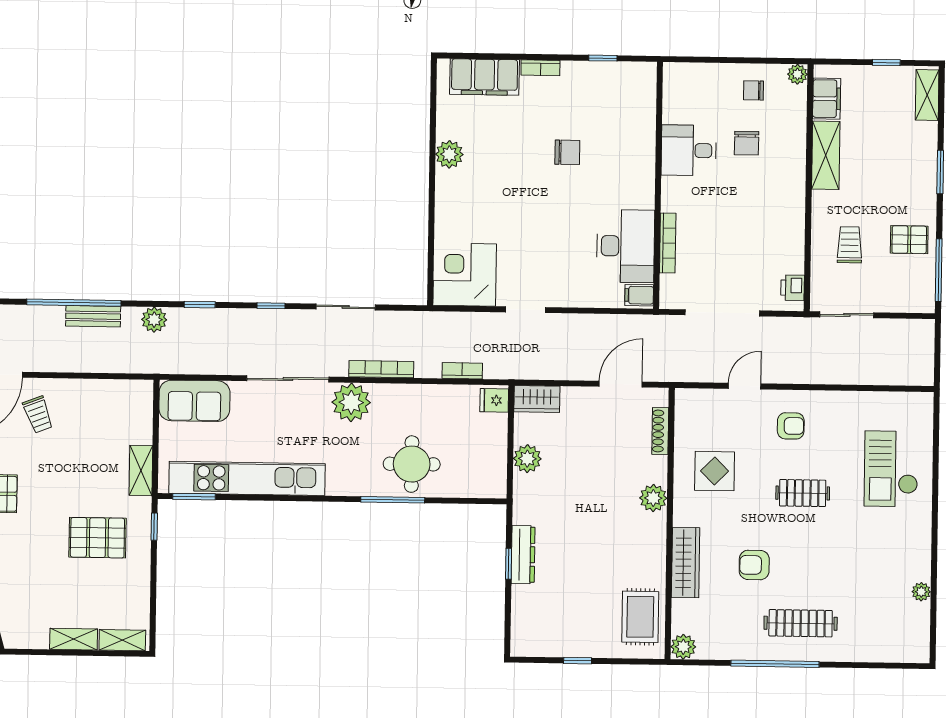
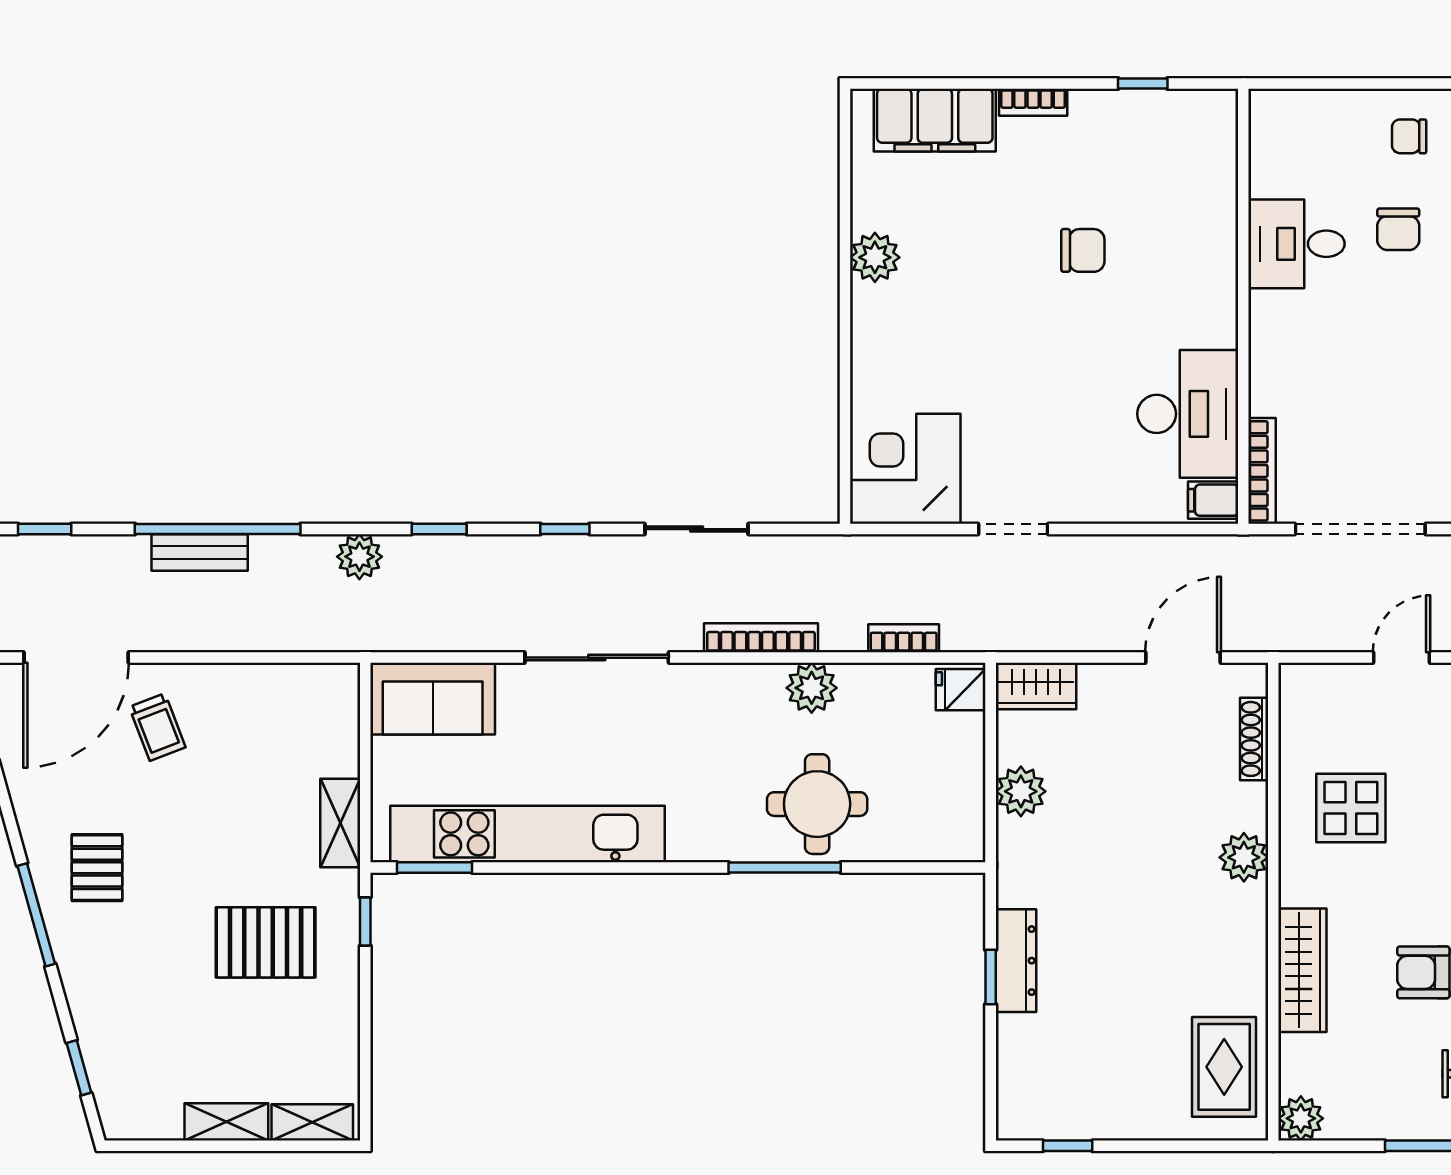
bookcase: (668, 243) -> (1262, 471), moved
bench: (93, 316) -> (200, 552), moved
plant: (351, 402) -> (812, 688), moved, width x0.73, depth x0.73
window: (578, 661) -> (1068, 1146), moved

